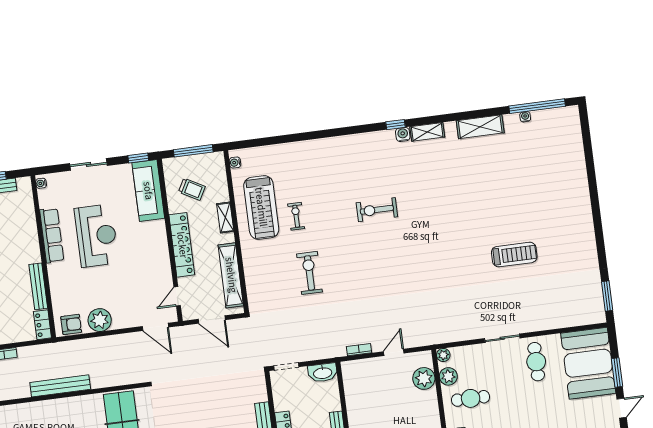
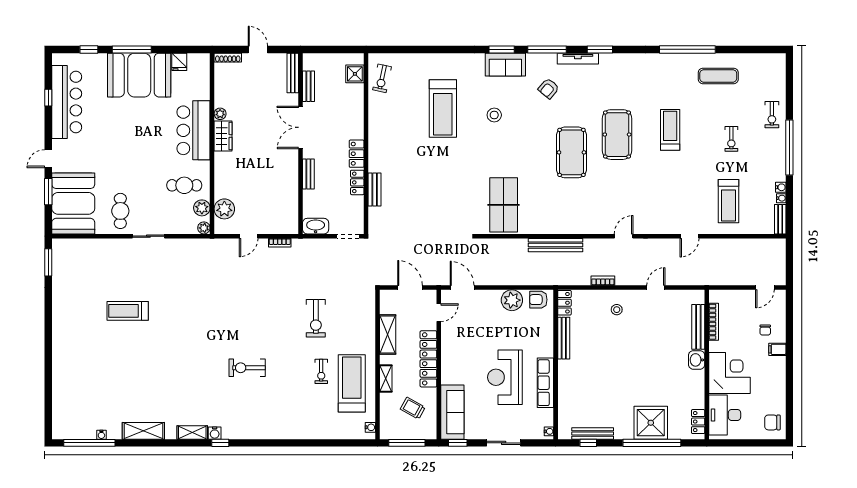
exercise bike: (377, 210) -> (247, 368), turned 180
shelving: (231, 275) -> (388, 335), width x0.68

